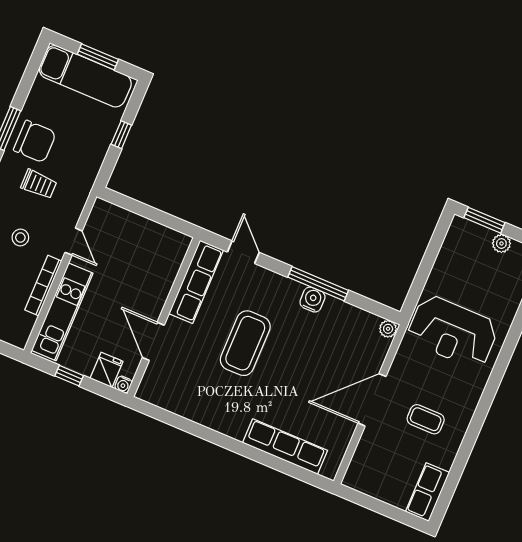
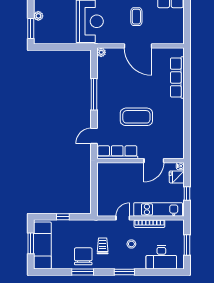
water cooler: (312, 300) -> (102, 94), removed

